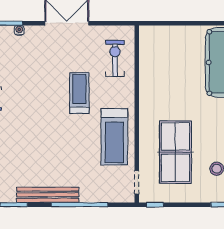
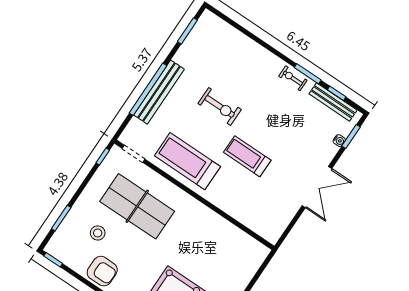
exercise bike: (115, 58) -> (220, 106), moved
treadmill: (79, 93) -> (247, 156), turned 180
bench: (48, 195) -> (159, 92), moved

